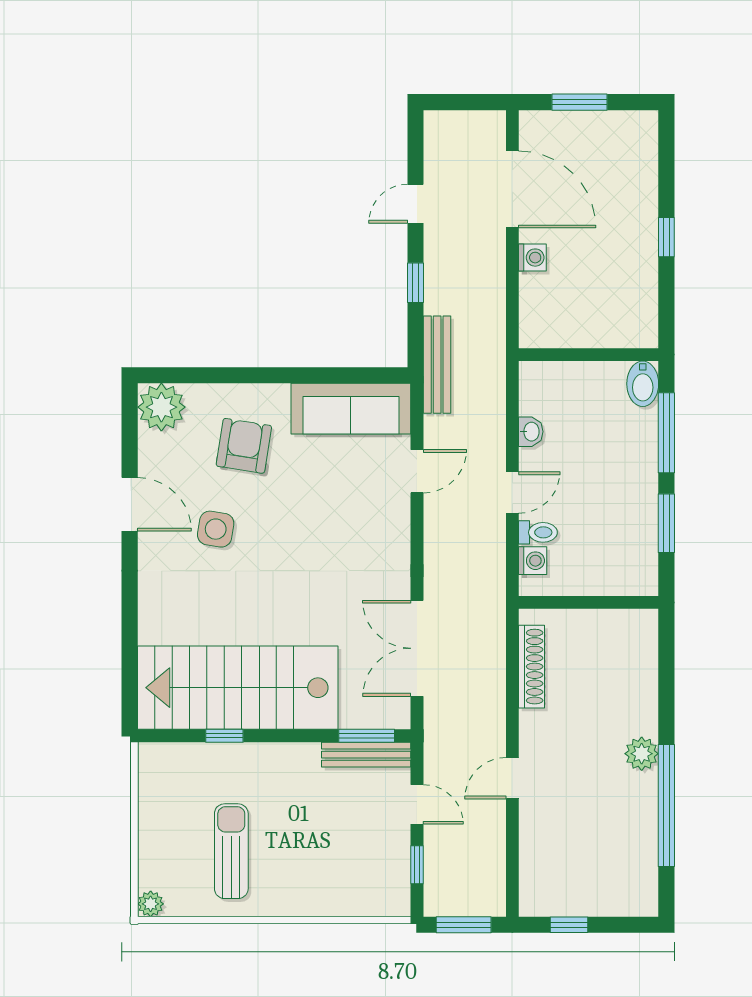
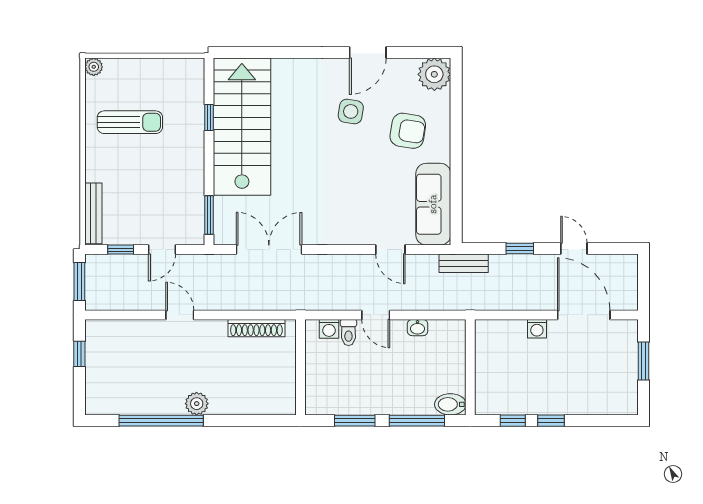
door: (512, 189) -> (584, 315), swing flipped
window: (666, 293) -> (513, 421), added
bench: (437, 365) -> (464, 263), width x0.73
bench: (366, 755) -> (93, 213), moved

